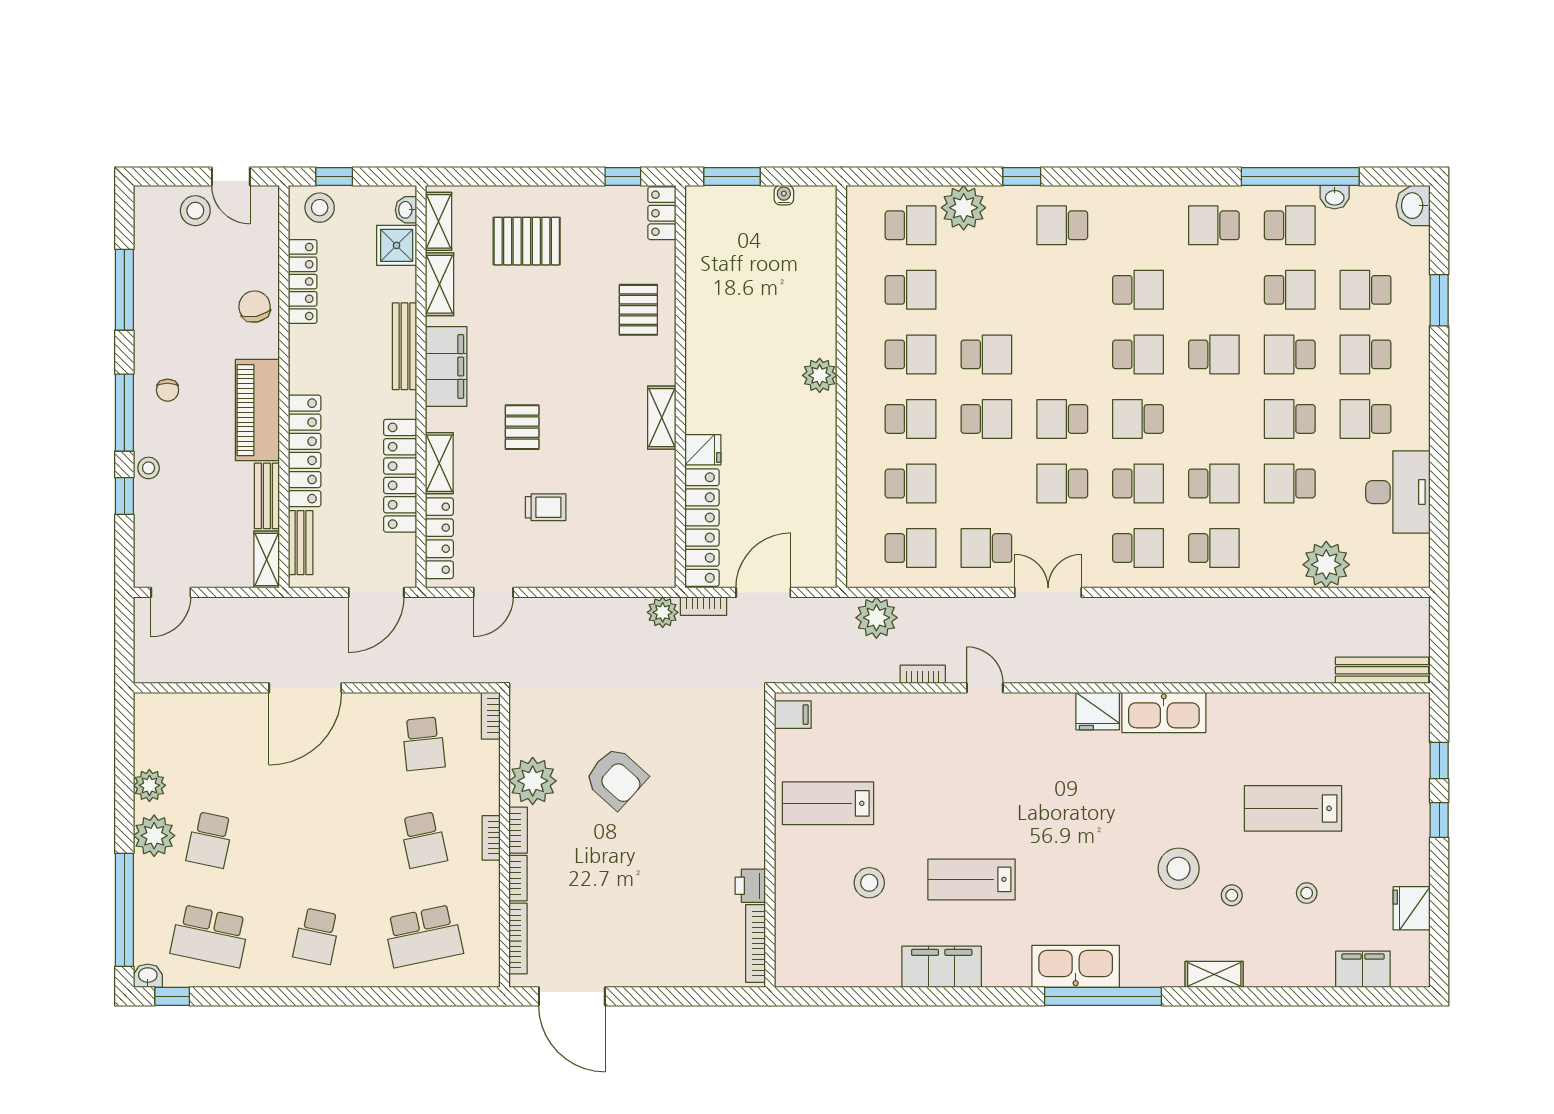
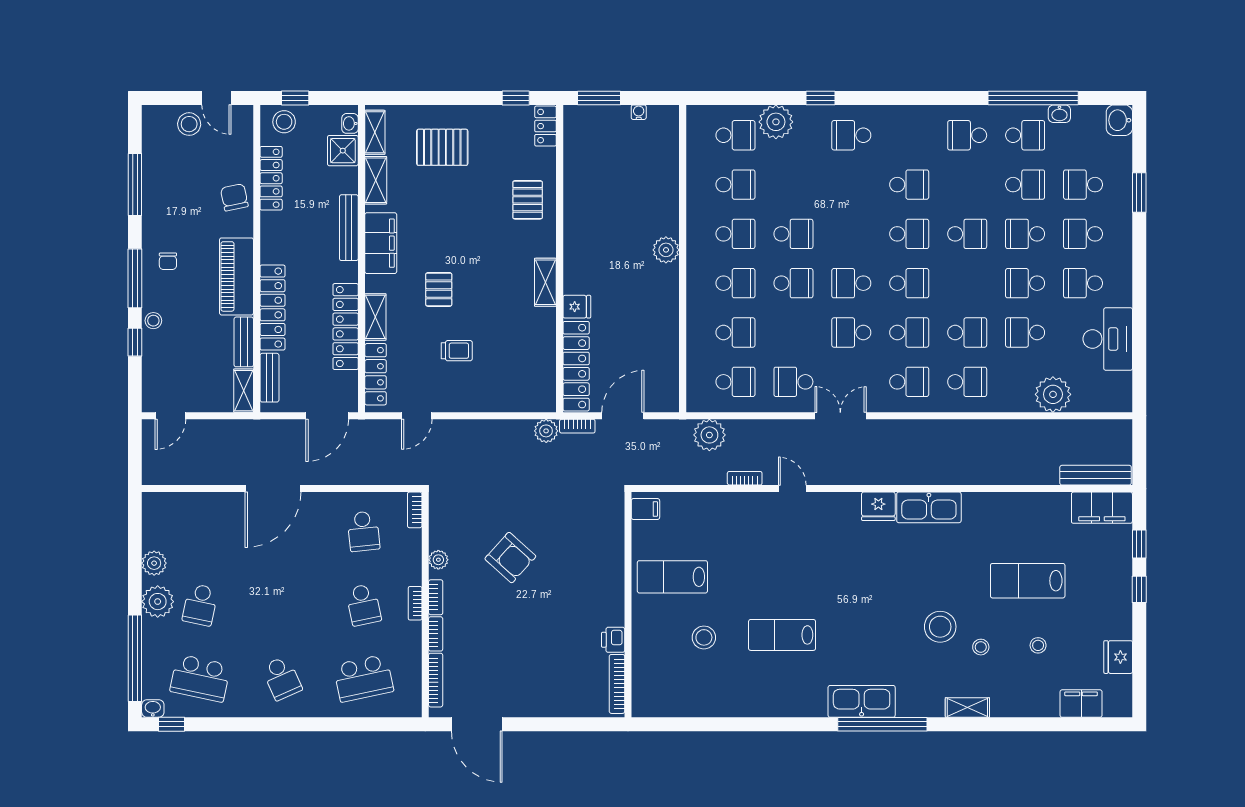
school desk: (1138, 419) -> (909, 283), turned 180
plant: (533, 781) -> (438, 560), width x0.53, depth x0.53
school desk: (317, 936) -> (282, 678), turned -36
filing cabinet: (942, 967) -> (1102, 508), moved, turned 180

